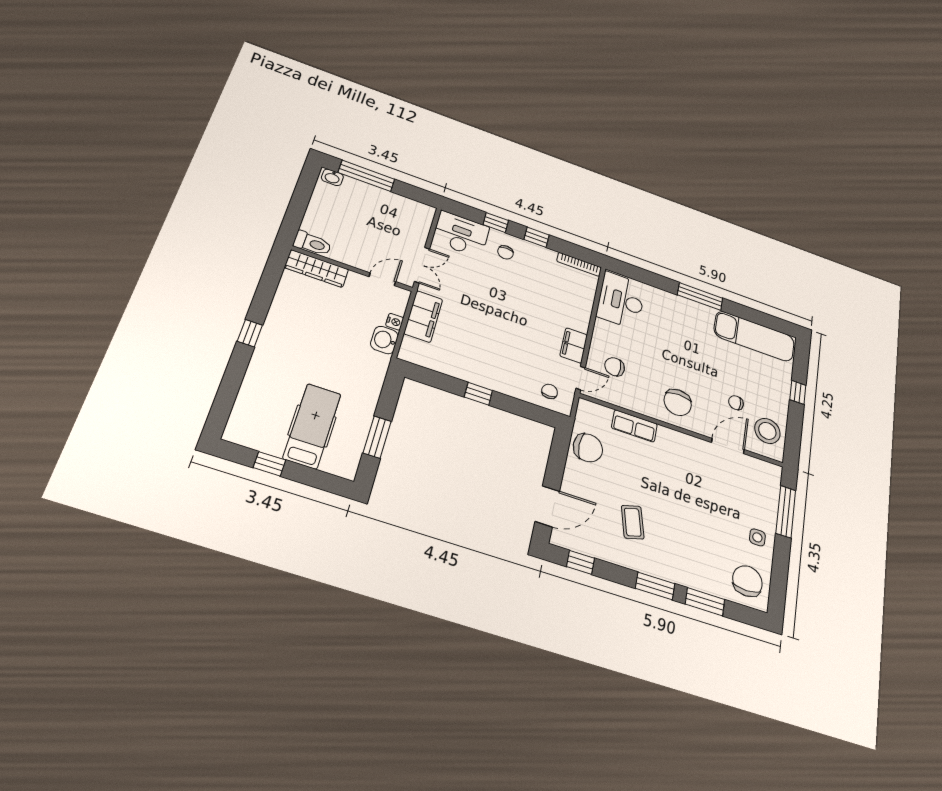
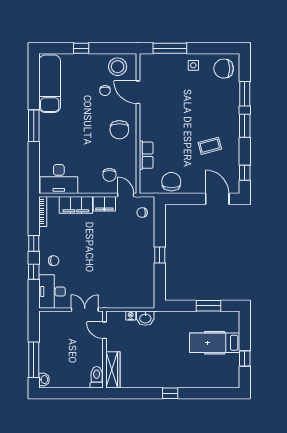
filing cabinet: (423, 316) -> (76, 205), moved, turned 180
chair: (678, 402) -> (119, 130), turned 90

